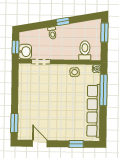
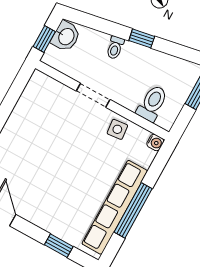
washbasin: (25, 52) -> (66, 36), moved
doorway: (41, 62) -> (93, 95), moved
window: (104, 90) -> (133, 210), moved

